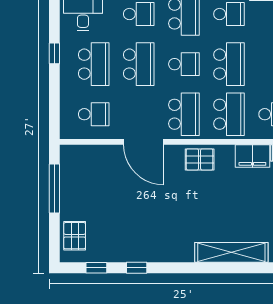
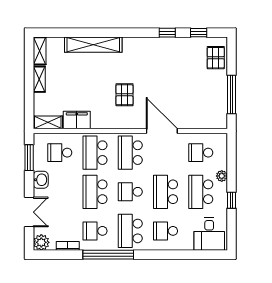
plant: (67, 84) -> (222, 176), added
pallet: (200, 159) -> (124, 95), moved, turned 90

